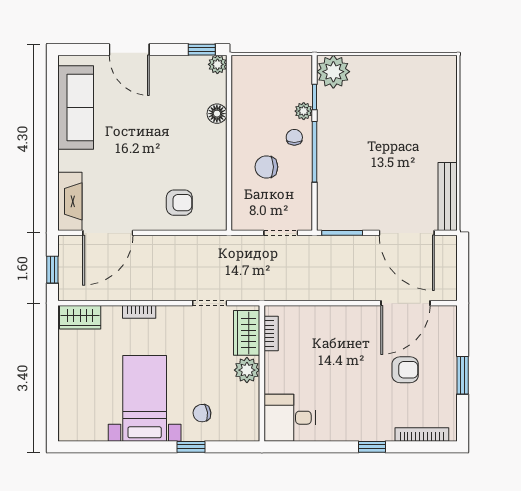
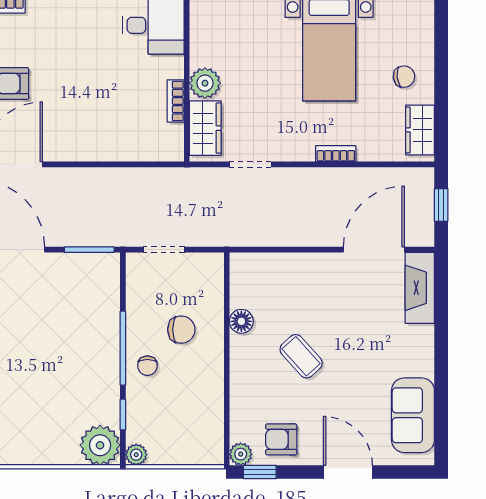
sofa: (76, 108) -> (413, 415), width x0.73
plant: (304, 111) -> (136, 455), moved
floor lamp: (217, 114) -> (241, 321), moved
coffee table: (168, 145) -> (301, 356), added
armchair: (179, 203) -> (281, 439), moved
wardrobe: (80, 317) -> (420, 130), moved, turned -90
bookcase: (271, 334) -> (176, 101), moved
chair: (202, 413) -> (404, 77), moved

